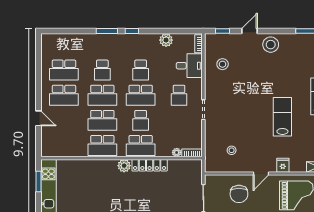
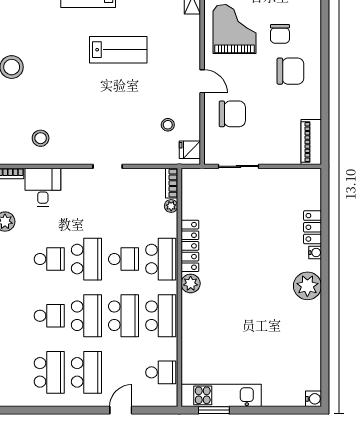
school desk: (179, 95) -> (161, 372), moved
lab bench: (282, 117) -> (118, 50), turned 180
fridge: (283, 165) -> (190, 150), moved

